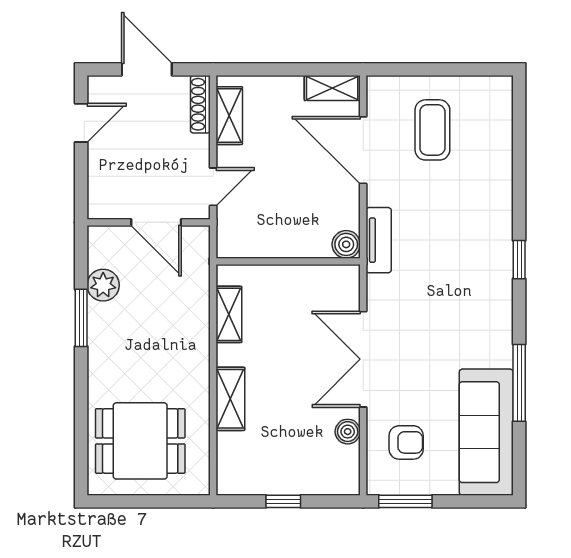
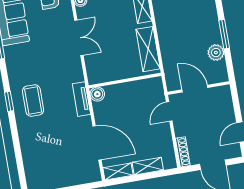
shelving: (229, 116) -> (148, 166), moved, turned 90
coffee table: (432, 130) -> (33, 101), moved
shelving: (229, 314) -> (148, 49), width x1.50, depth x1.33
double door: (363, 359) -> (79, 38), width x0.73

